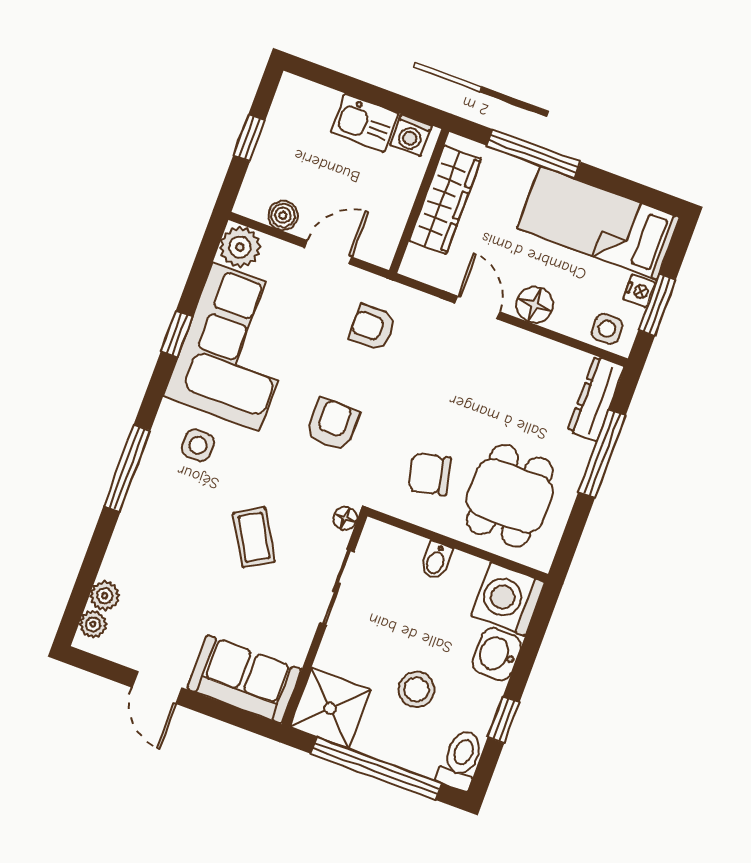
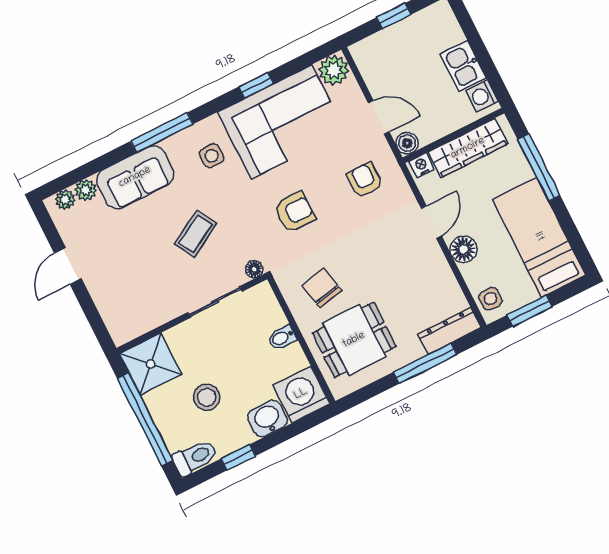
boiler: (283, 215) -> (407, 143), moved
nightstand: (639, 291) -> (422, 165), moved, turned 180
sofa: (244, 679) -> (135, 177), moved, turned 90

